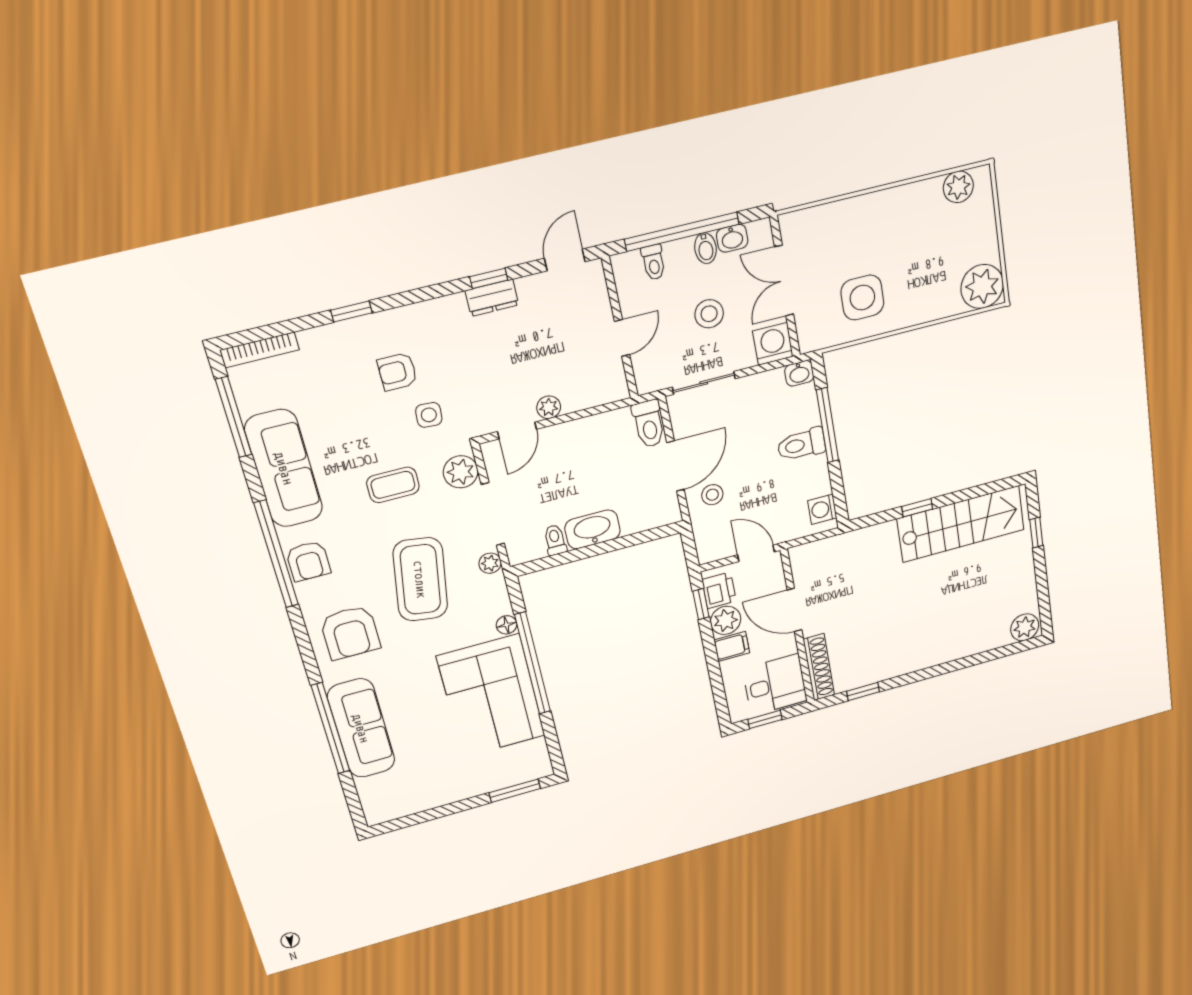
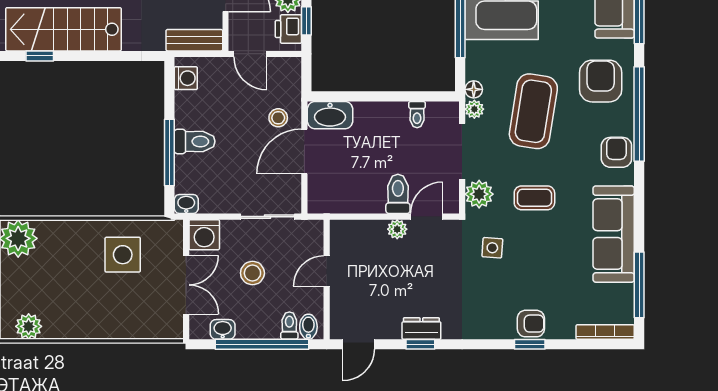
bidet: (706, 248) -> (308, 327), moved
armchair: (397, 372) -> (531, 324), moved
toilet: (649, 424) -> (398, 194), moved
window: (917, 508) -> (40, 56), moved
washbasin: (593, 529) -> (330, 115), moved
bench: (819, 551) -> (194, 40), added
window: (276, 554) -> (639, 114), moved
floor lamp: (507, 625) -> (474, 89), moved

